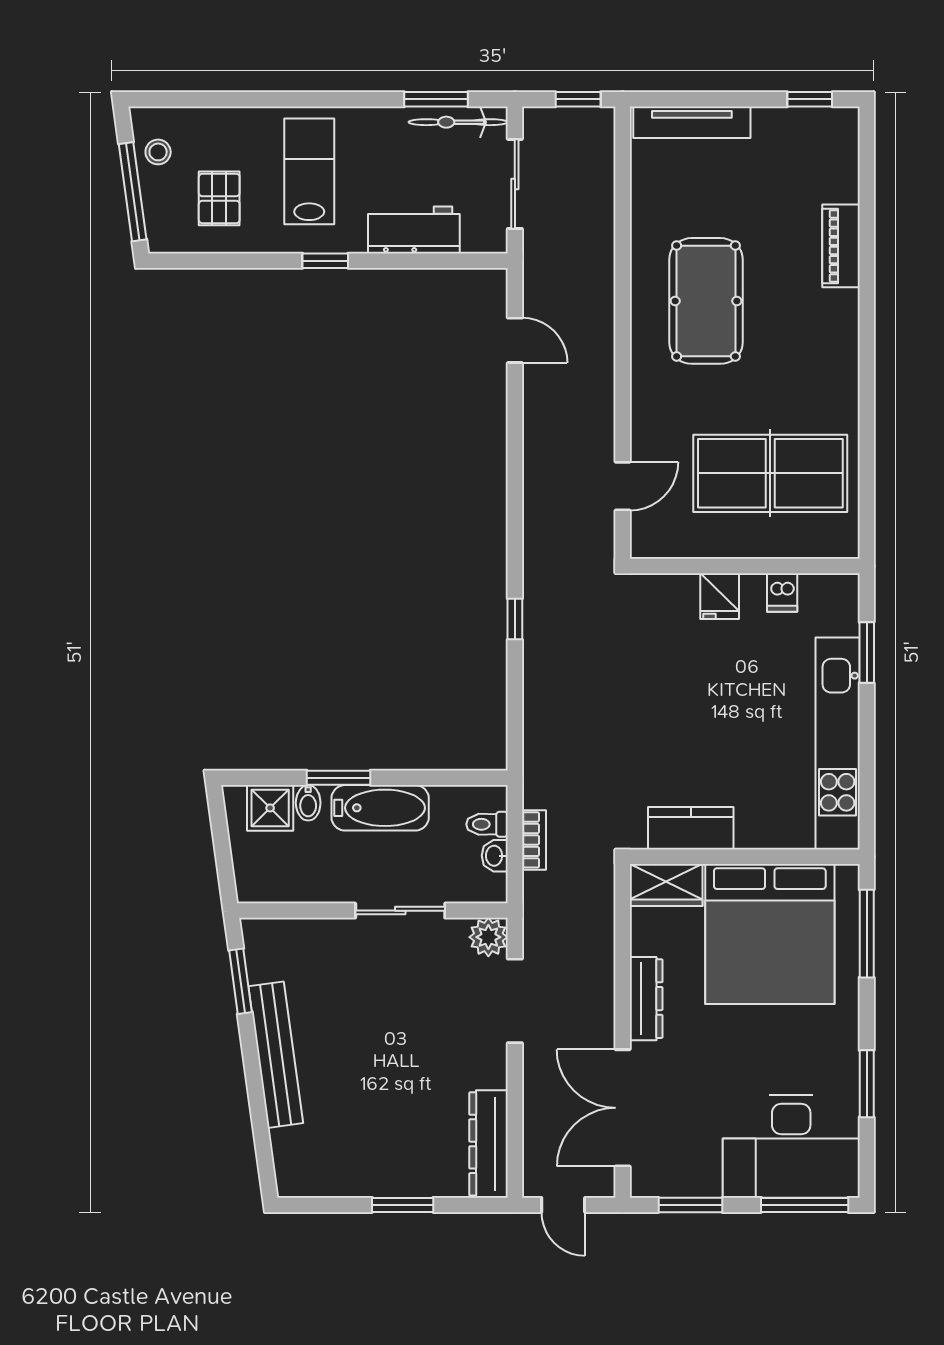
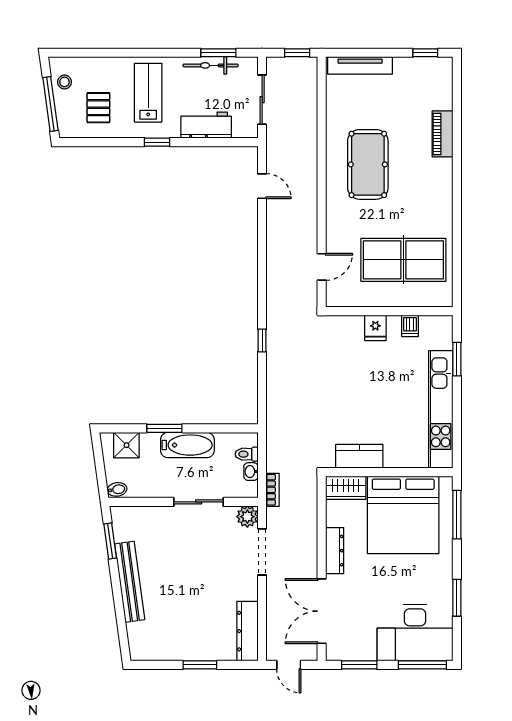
bicycle: (458, 122) -> (211, 65), moved
bidet: (308, 803) -> (117, 489), moved, turned -98
bookcase: (534, 840) -> (273, 490), moved

